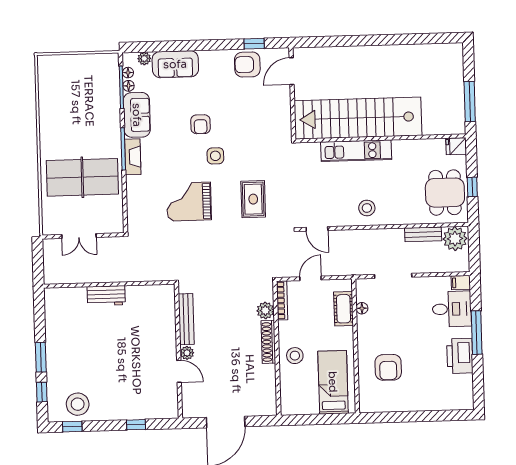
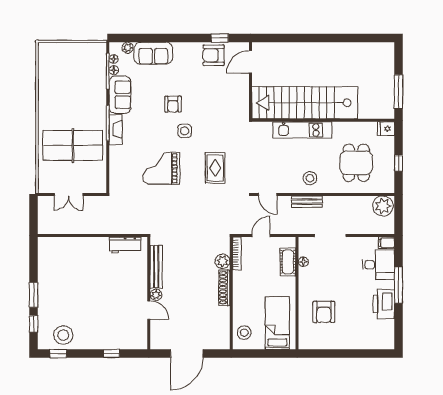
dining table: (445, 193) -> (356, 163), moved
bench: (423, 234) -> (307, 202), moved
workbench: (106, 296) -> (125, 245), moved
stool: (295, 356) -> (244, 333), moved

